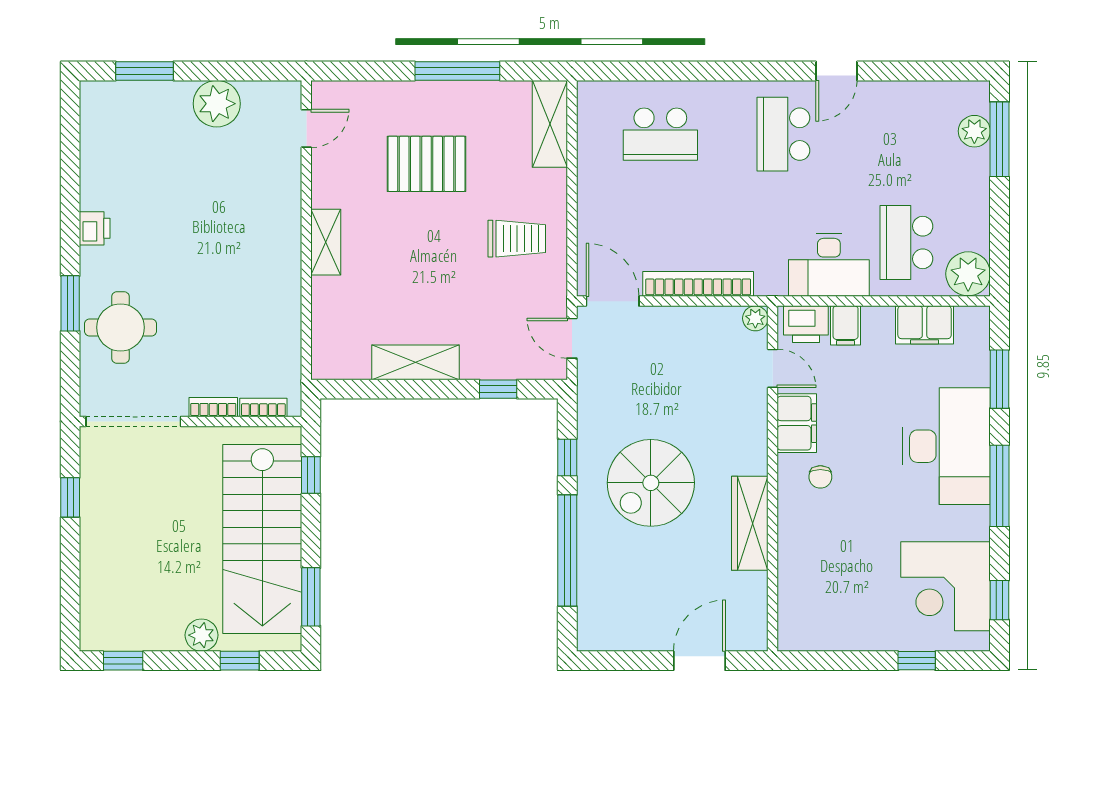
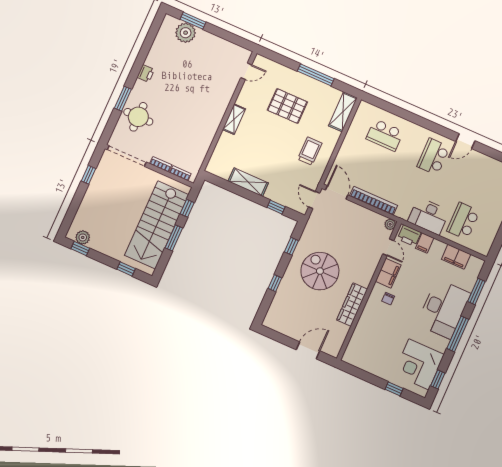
plant: (217, 104) -> (186, 33), moved
trolley: (517, 239) -> (310, 151), turned -90
plant: (968, 274) -> (482, 244), removed
spiral stairs: (651, 483) -> (320, 271), turned 90
window: (567, 551) -> (275, 283), width x0.32
window: (311, 597) -> (174, 238), moved
plant: (202, 635) -> (83, 237), moved

